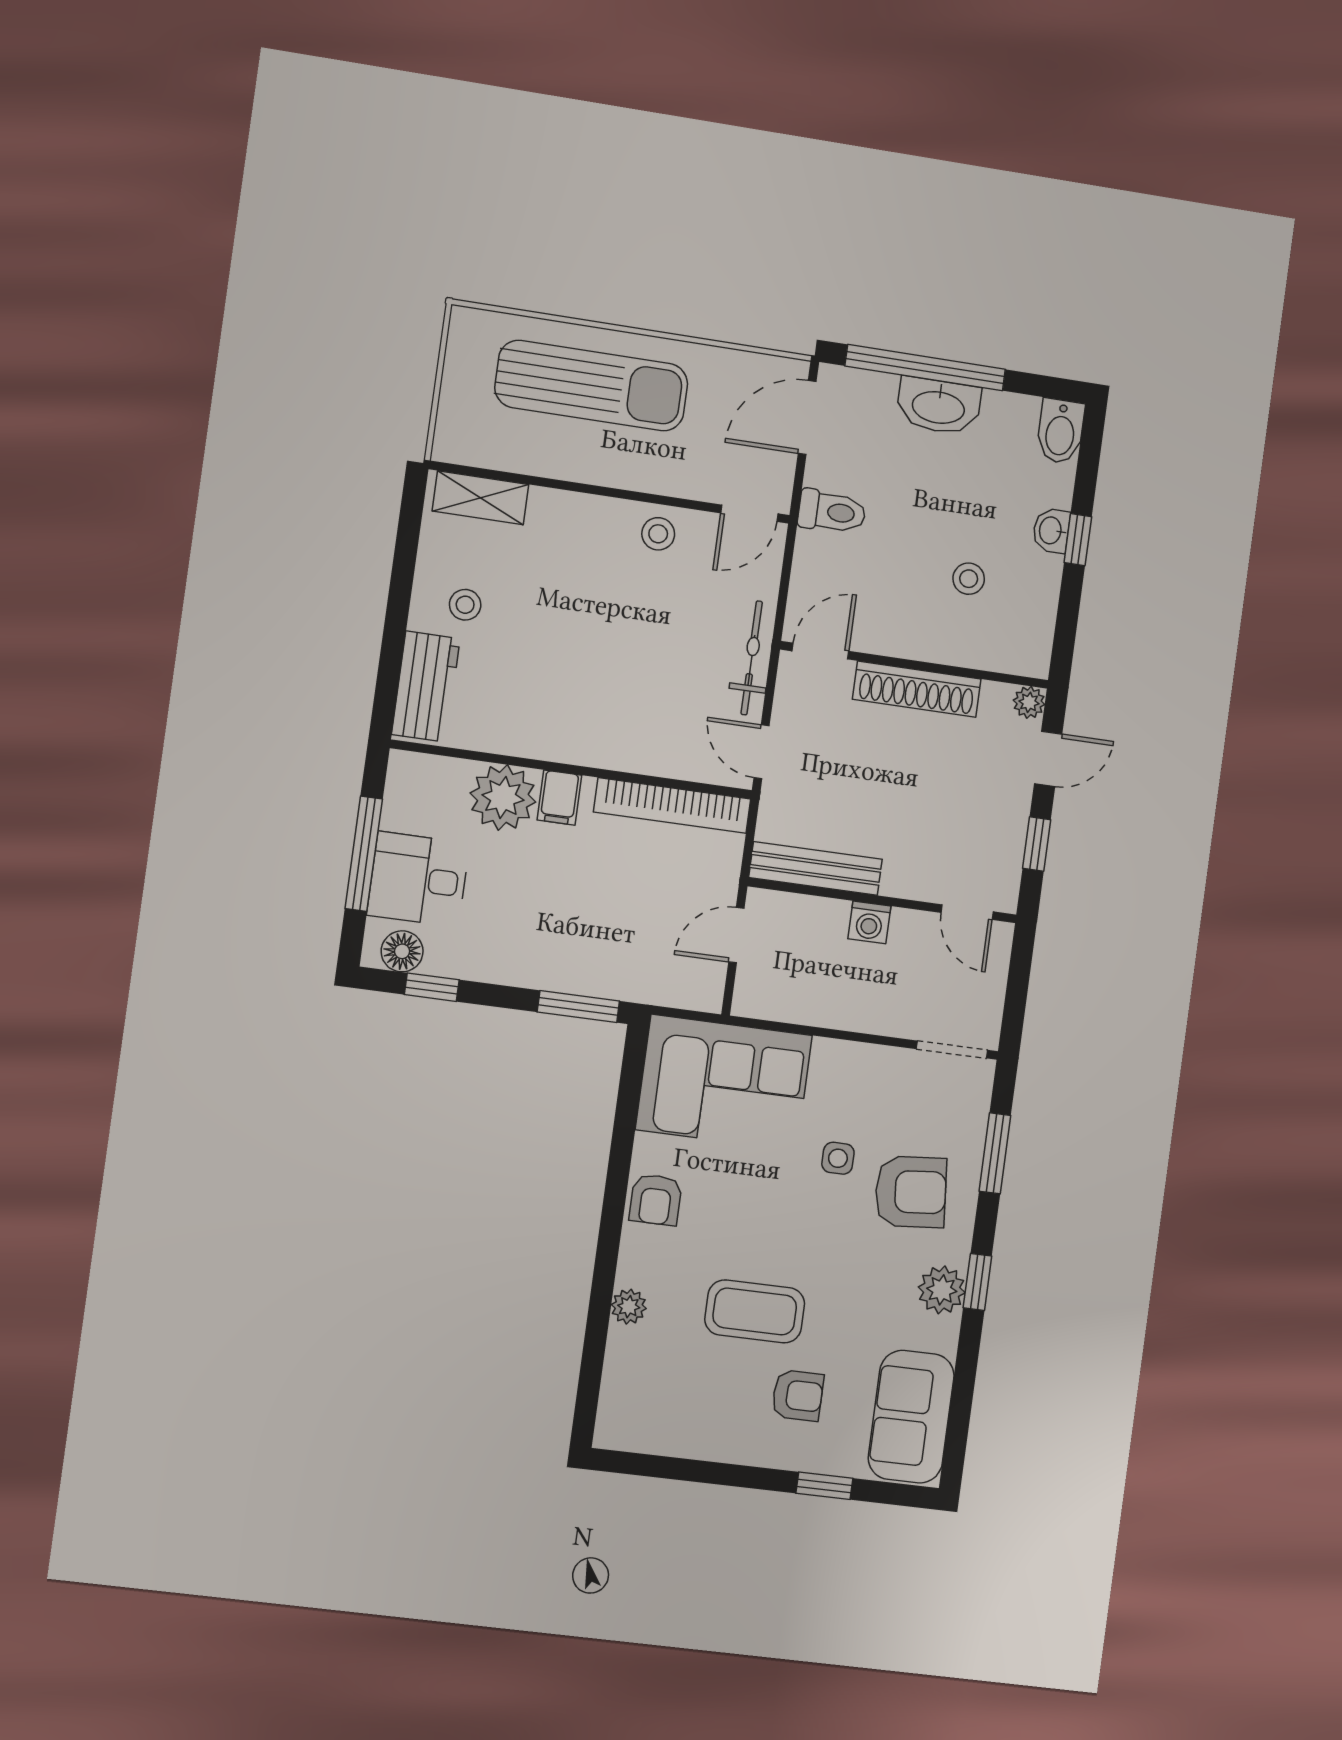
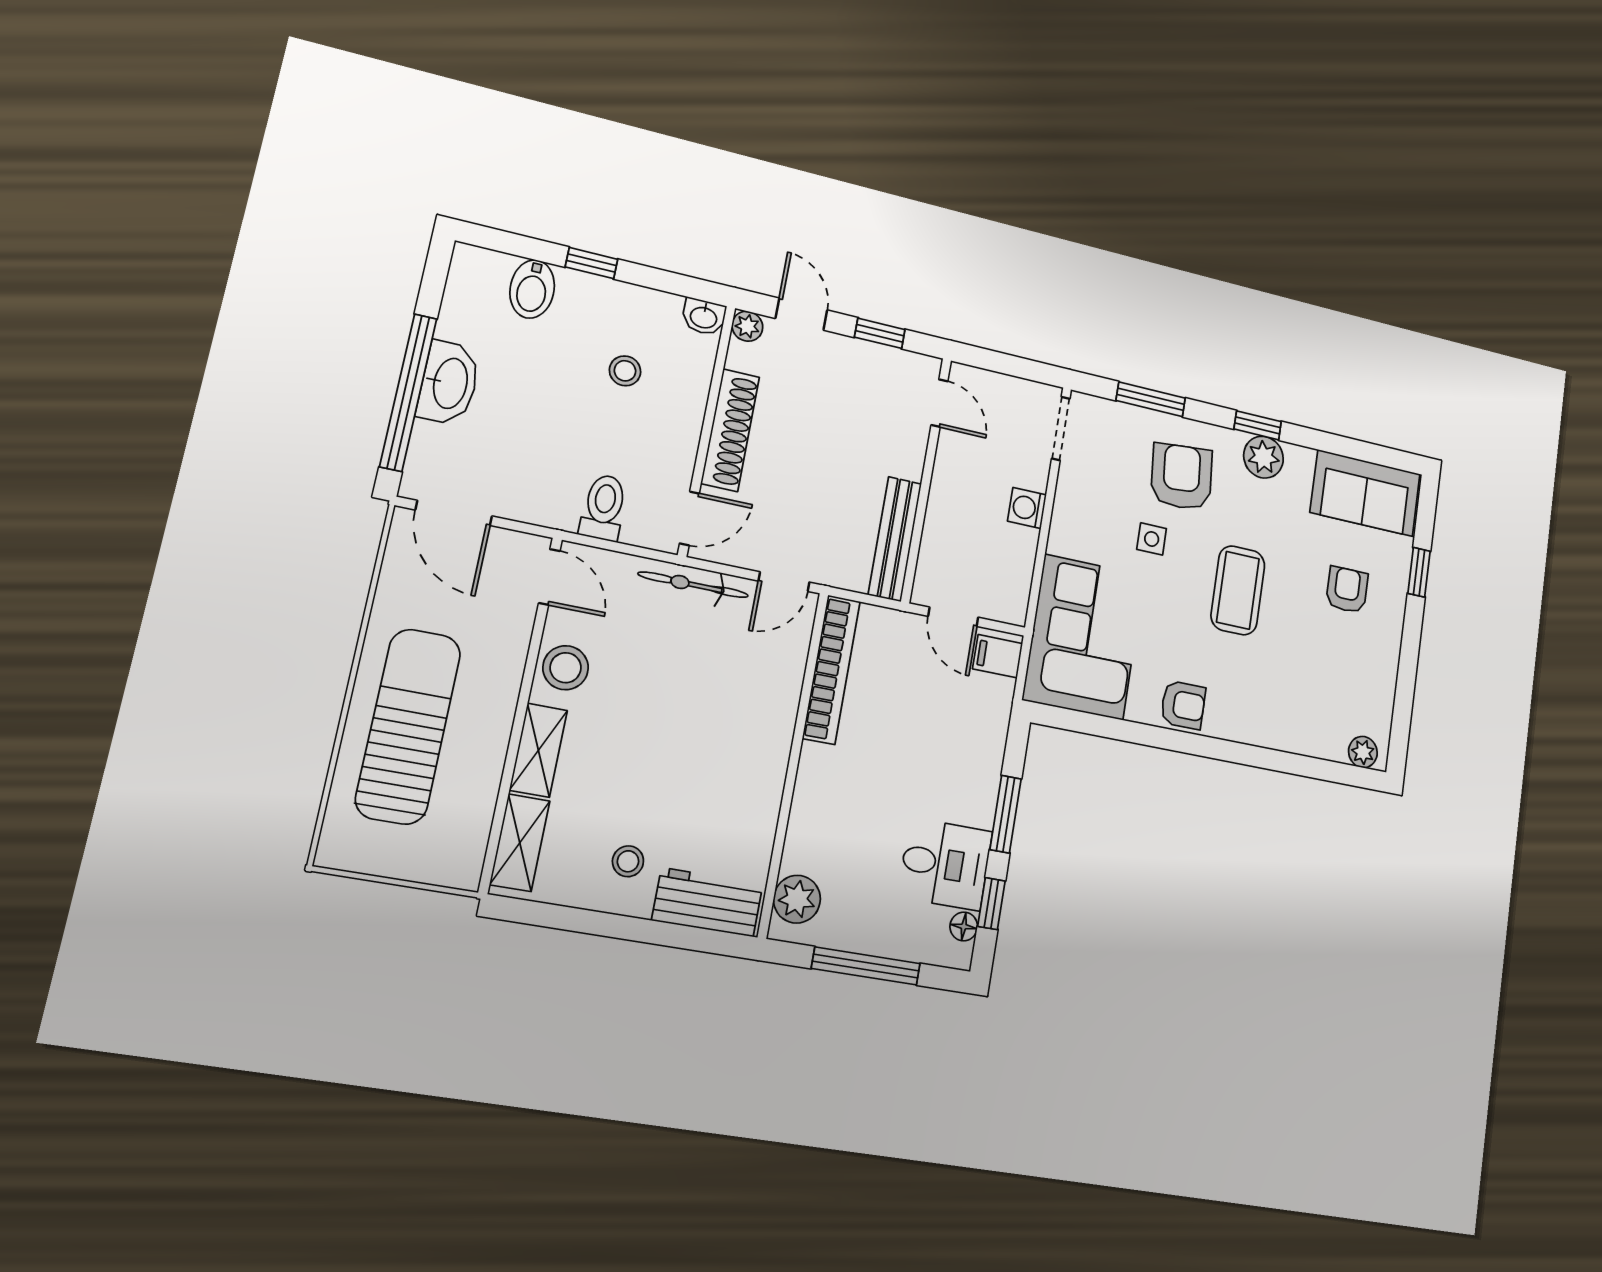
bidet: (1060, 431) -> (532, 289), moved, turned 90
shelving: (573, 511) -> (538, 750), added
toilet: (832, 512) -> (604, 507), moved
washbasin: (1051, 531) -> (704, 317), moved
stool: (658, 534) -> (566, 668), width x1.37, depth x1.37
door: (820, 651) -> (689, 518), swing flipped
plant: (503, 797) -> (797, 899), moved, width x0.73, depth x0.73
filing cabinet: (559, 798) -> (998, 656), moved, turned 180
desk: (418, 879) -> (945, 864), moved, turned -90
door: (967, 912) -> (939, 403), hinge flipped
washing machine: (869, 922) -> (1027, 508), moved, turned 180
floor lamp: (402, 951) -> (964, 927), width x0.73, depth x0.73
window: (578, 1007) -> (1006, 814), moved
plant: (629, 1307) -> (1363, 752), moved
coffee table: (755, 1311) -> (1238, 590), moved

